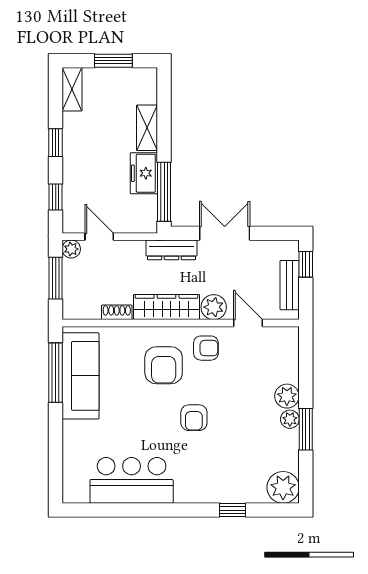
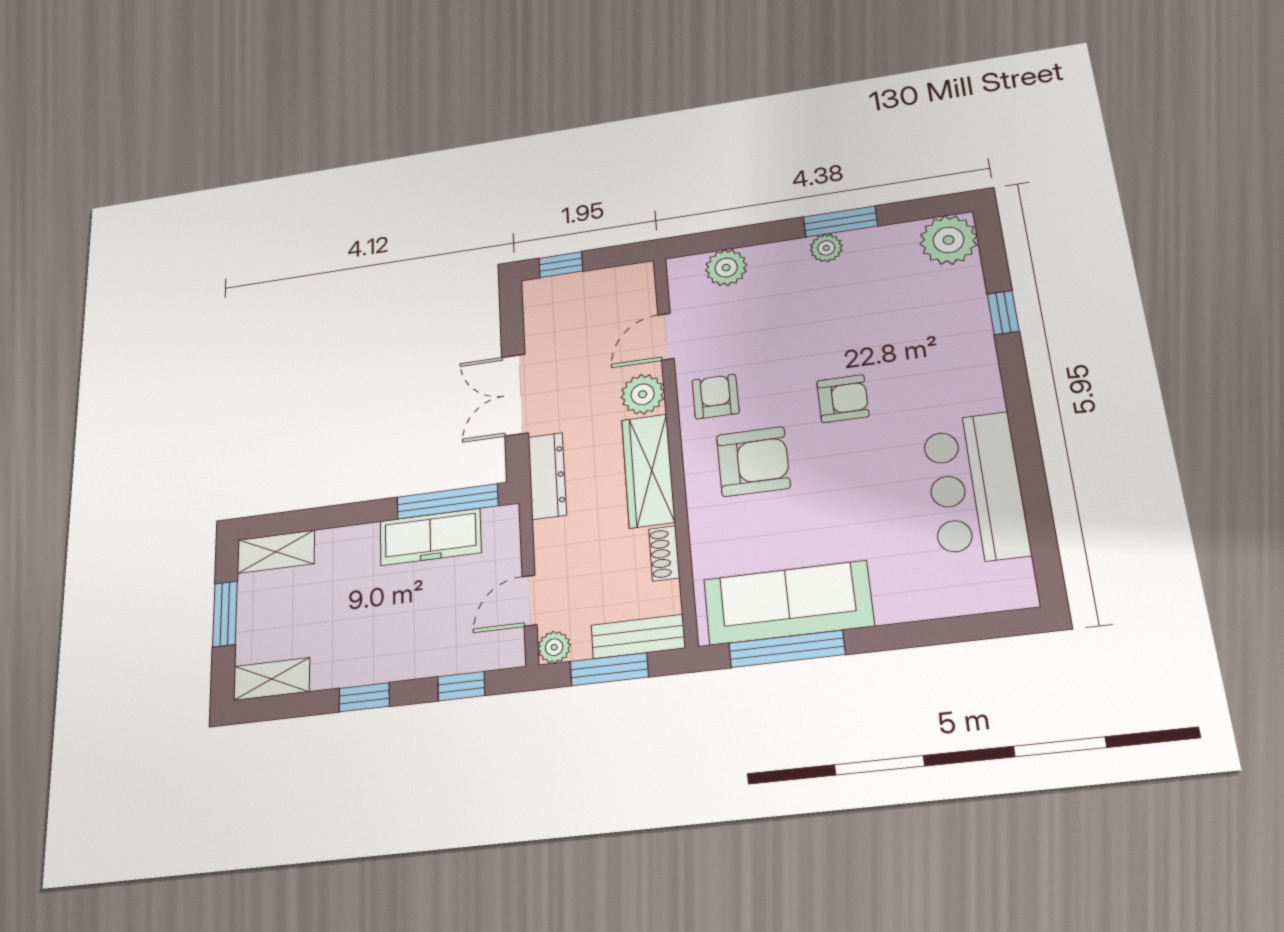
shelving: (147, 128) -> (276, 552), moved
freezer: (144, 173) -> (430, 537), width x1.40
bench: (290, 285) -> (638, 637), moved
plant: (287, 396) -> (726, 268), moved

